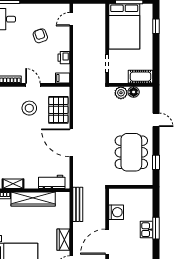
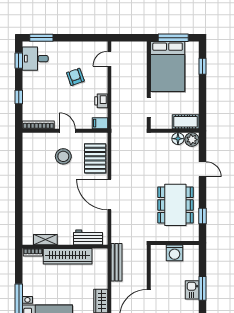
plant: (121, 93) -> (192, 140), moved
washing machine: (116, 212) -> (175, 253), moved, turned 90

